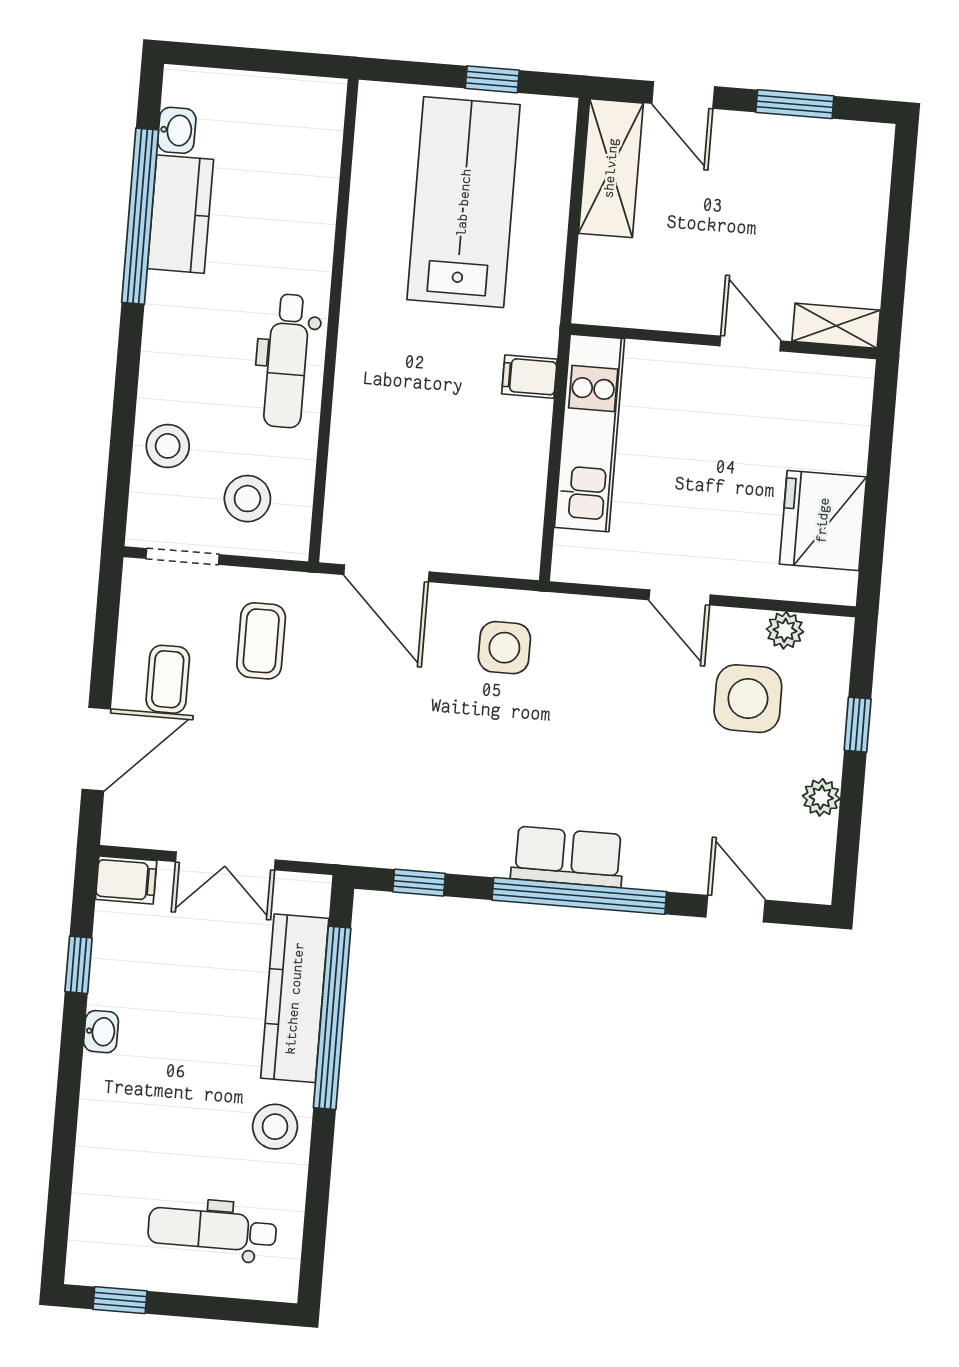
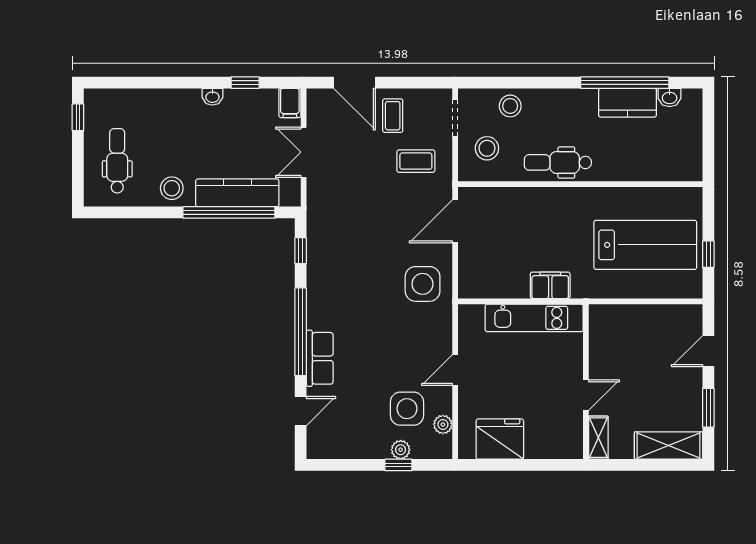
shelving: (611, 168) -> (668, 446), moved
filing cabinet: (529, 377) -> (550, 285), width x2.00
side table: (504, 648) -> (423, 284), width x1.37, depth x1.37
coffee table: (168, 679) -> (393, 116), turned 90
plant: (821, 797) -> (401, 450), moved
row of seats: (568, 857) -> (320, 358), moved

